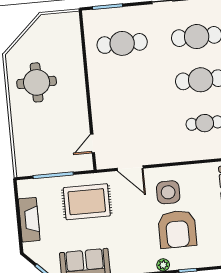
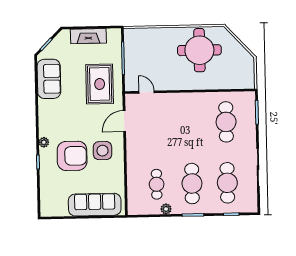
round table: (37, 82) -> (199, 50), width x1.36, depth x1.36
armchair: (177, 229) -> (72, 156), turned 180

